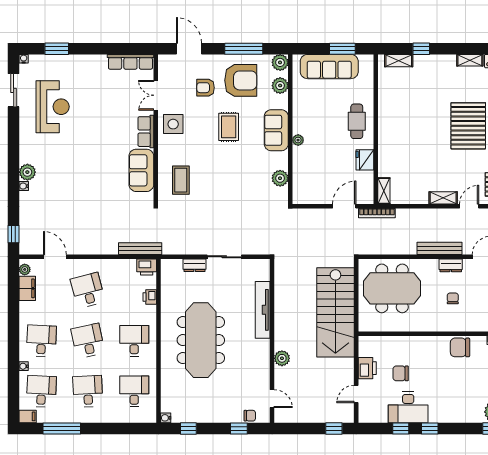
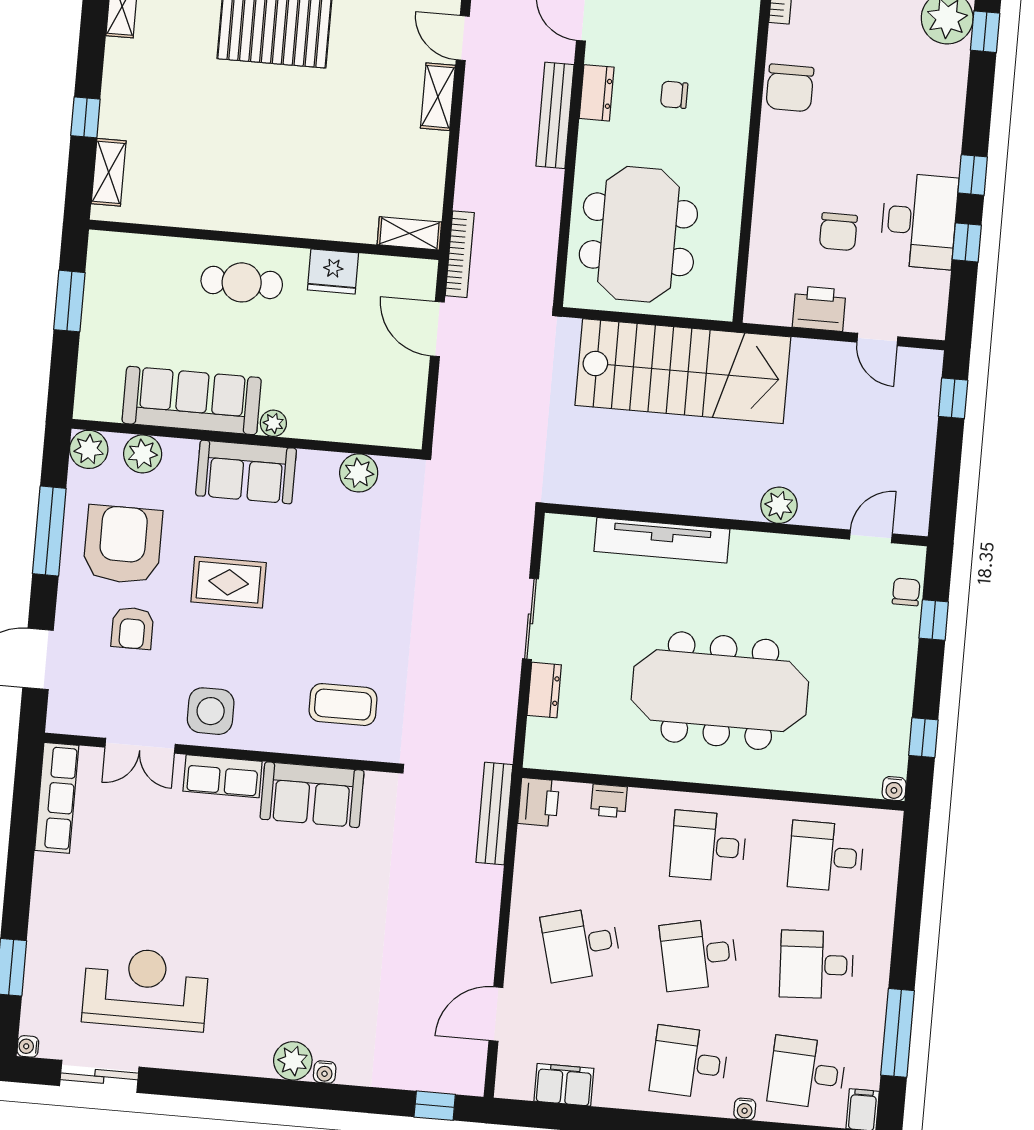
sofa: (329, 67) -> (192, 400), moved, turned -90
plant: (25, 269) -> (519, 1087), removed

